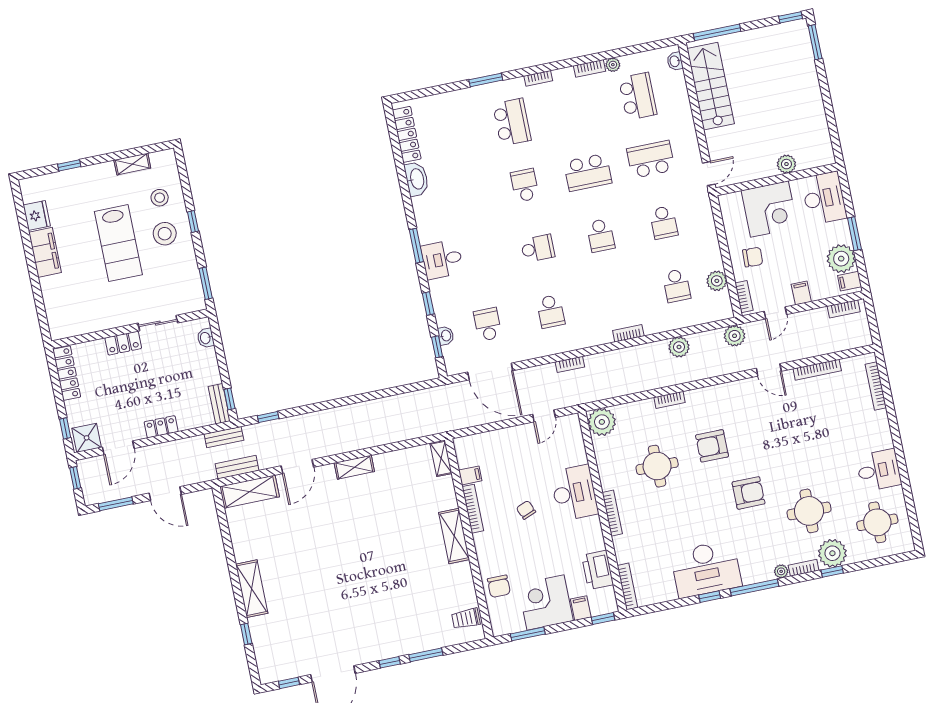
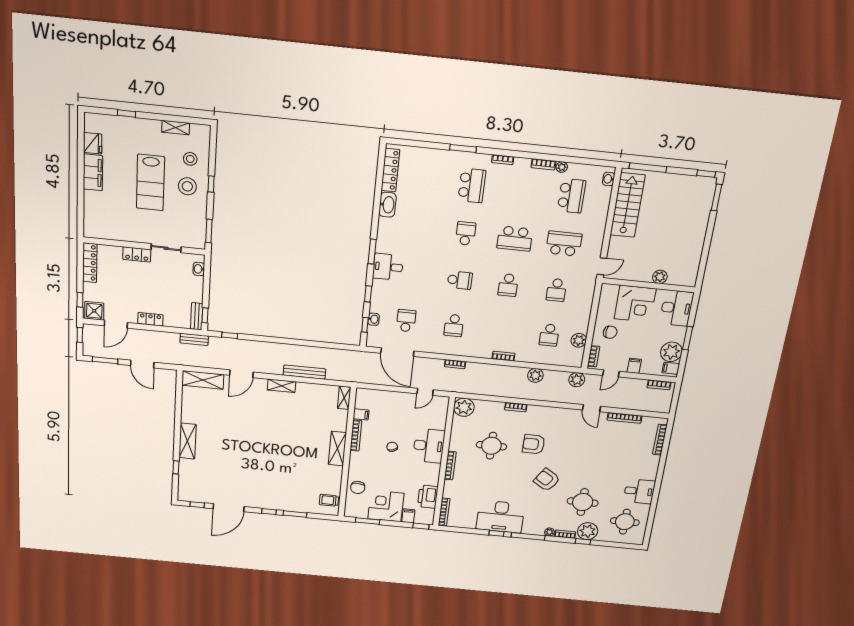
bench: (237, 467) -> (304, 372), moved, width x1.36
armchair: (748, 493) -> (547, 480), turned -147

